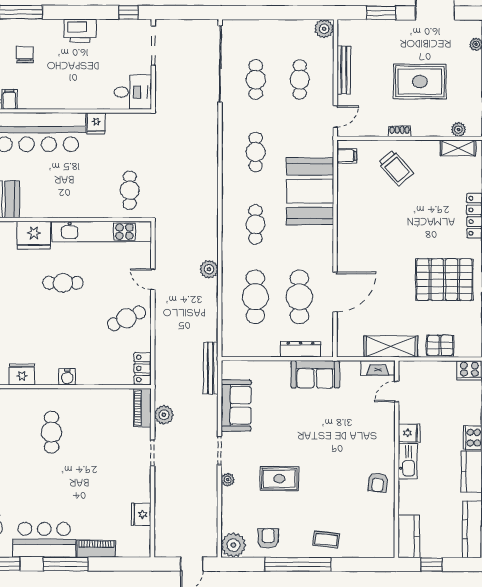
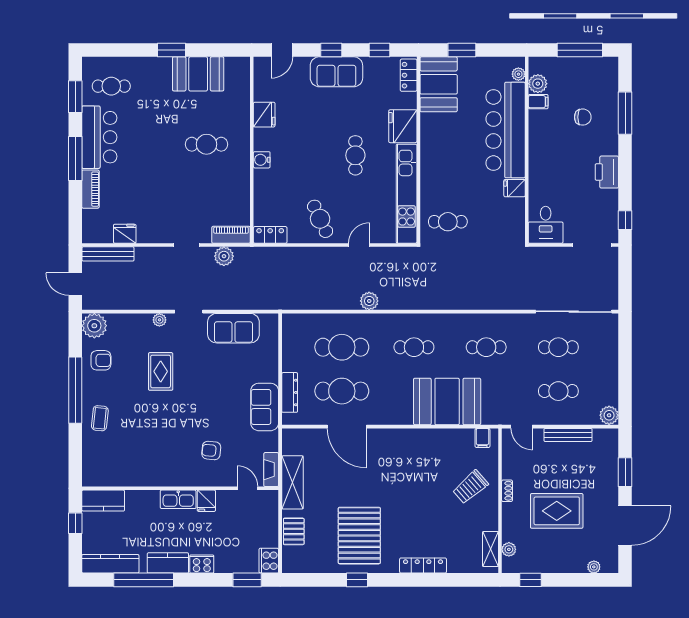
rug: (420, 81) -> (557, 511), turned 90
bench: (211, 368) -> (108, 254), moved
armchair: (378, 482) -> (211, 450), moved

